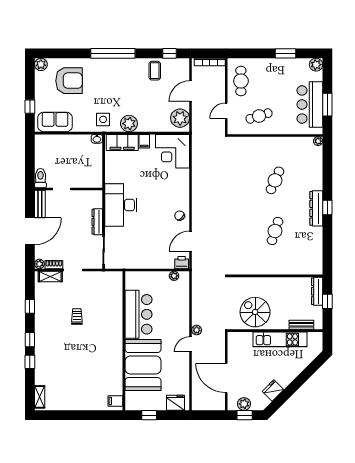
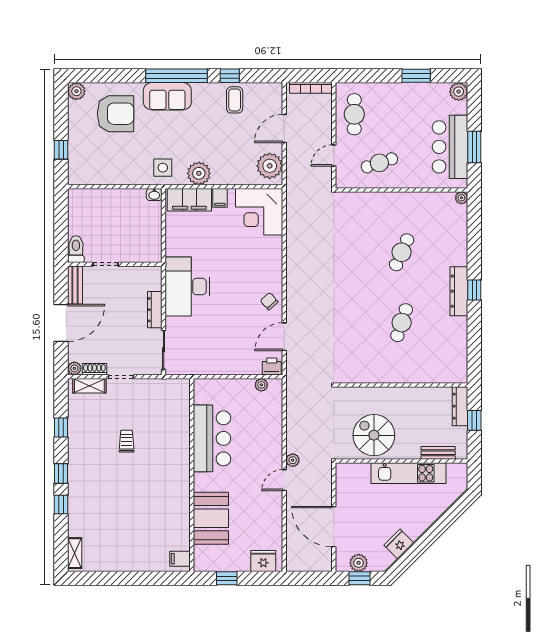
window: (170, 53) -> (230, 76), moved
sofa: (55, 122) -> (167, 96), moved, turned 180
booth: (143, 365) -> (211, 518), width x0.73, depth x0.70

